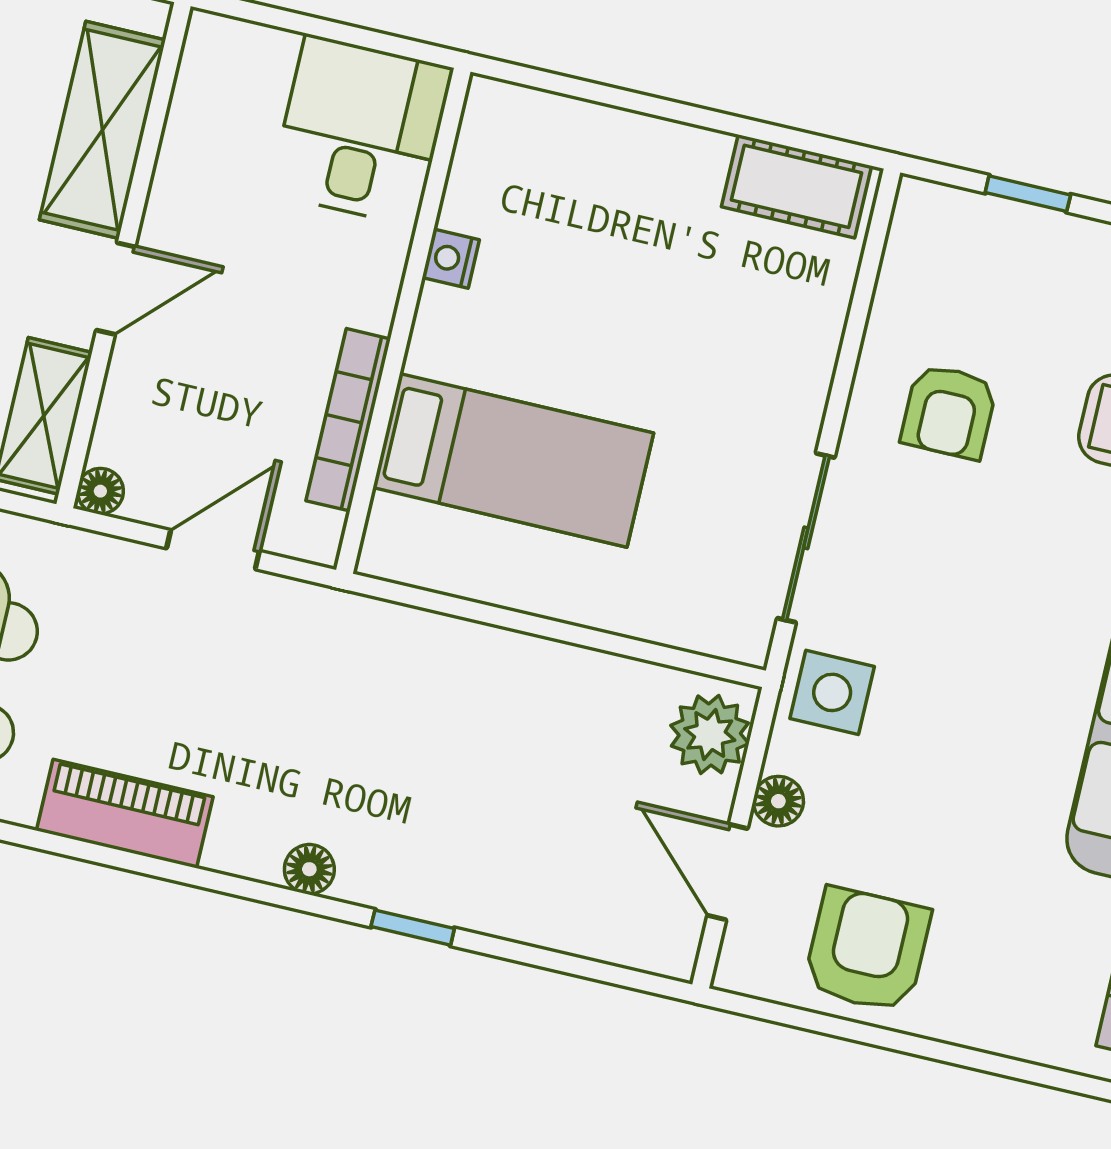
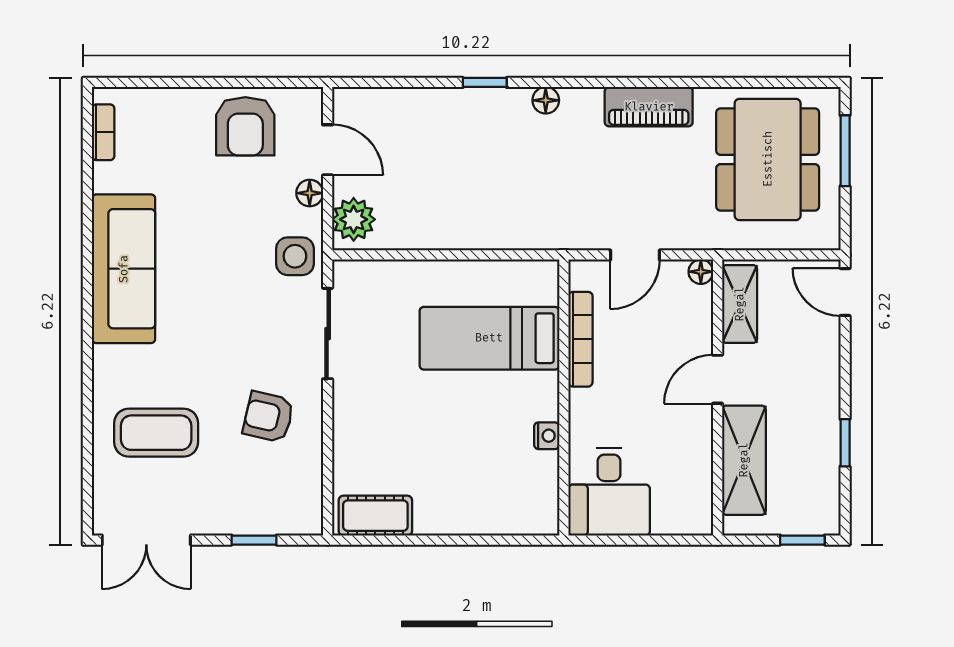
armchair: (949, 412) -> (268, 417), turned -77

